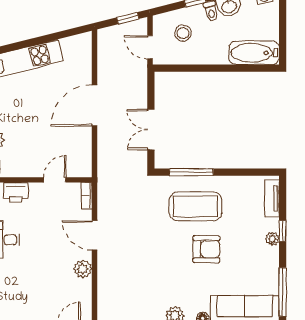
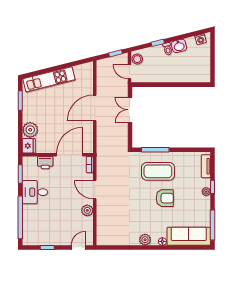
stool: (183, 33) -> (137, 59), moved
bathtub: (254, 53) -> (195, 75), removed
double door: (151, 130) -> (130, 110), moved
door: (55, 180) -> (70, 155), width x1.87

